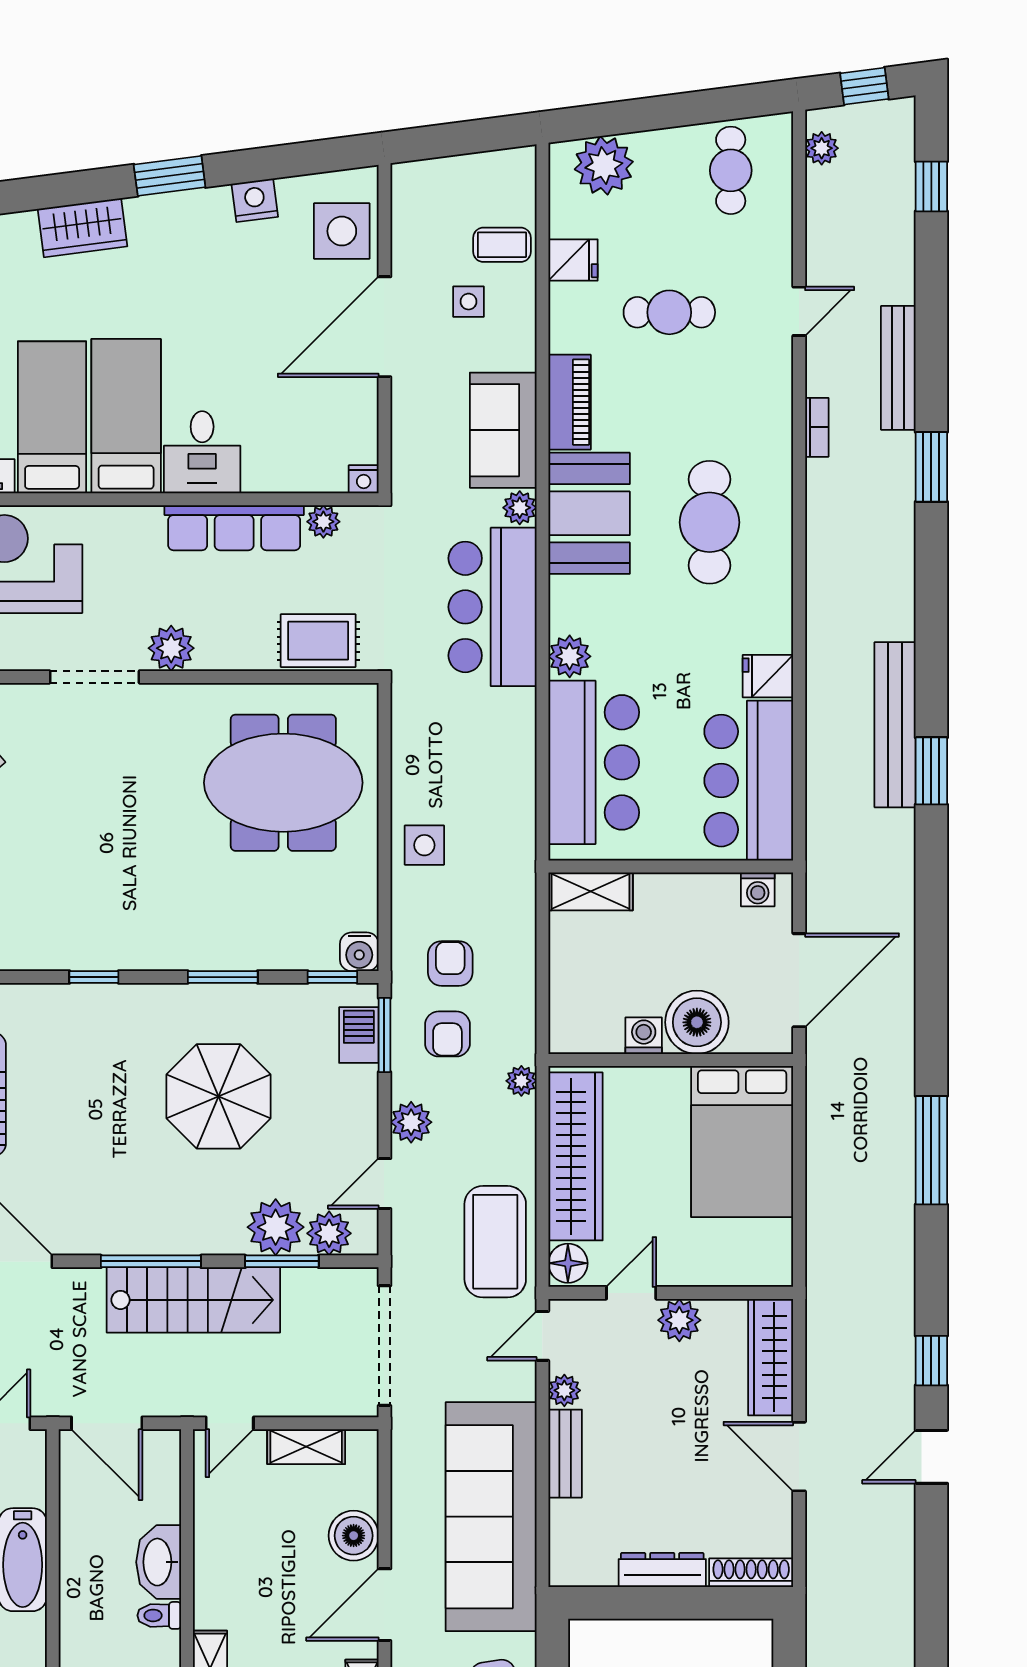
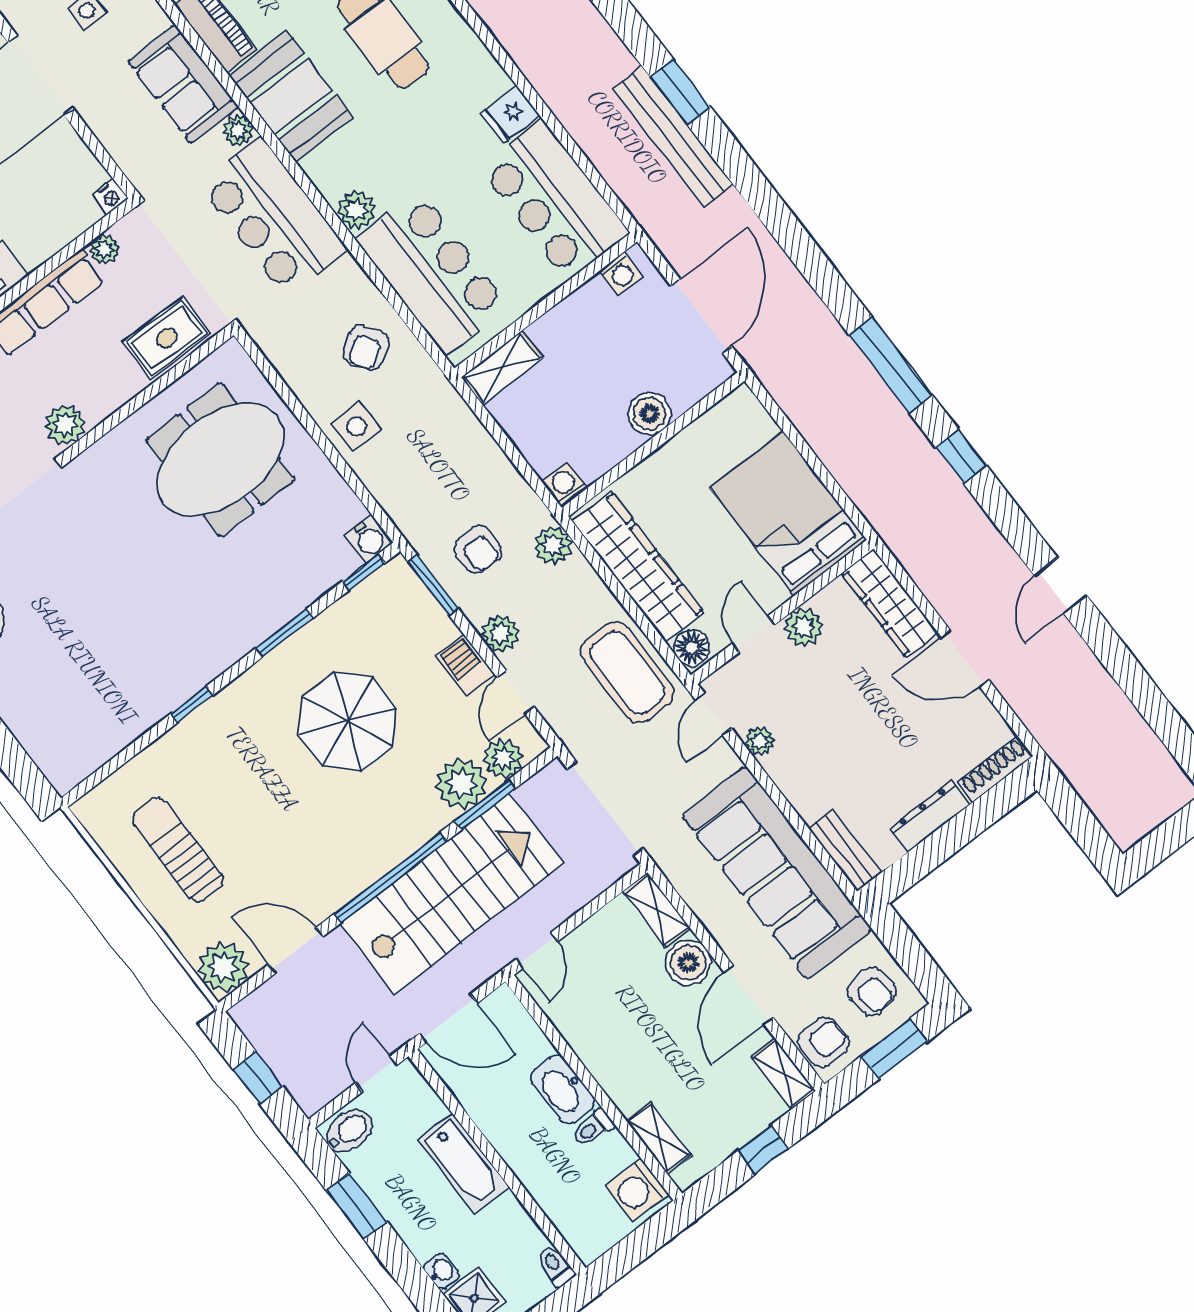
bench: (895, 725) -> (673, 136), moved
armchair: (450, 964) -> (366, 348), moved, turned -124
boiler: (697, 1022) -> (650, 414), width x0.73, depth x0.73
barbecue: (359, 1035) -> (465, 665), moved
washing machine: (644, 1036) -> (565, 485), moved
plant: (521, 1081) -> (553, 545), width x1.38, depth x1.38
bed: (742, 1141) -> (788, 514), moved, turned 180
window: (151, 1261) -> (390, 877), width x1.46
stairs: (193, 1300) -> (452, 894), width x1.36, depth x1.51
window: (931, 1361) -> (961, 457), moved
shelving: (306, 1447) -> (657, 910), moved, turned 90
bench: (565, 1454) -> (845, 851), moved

